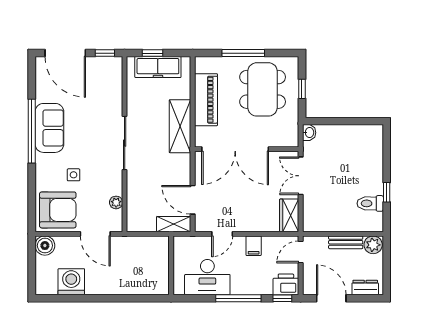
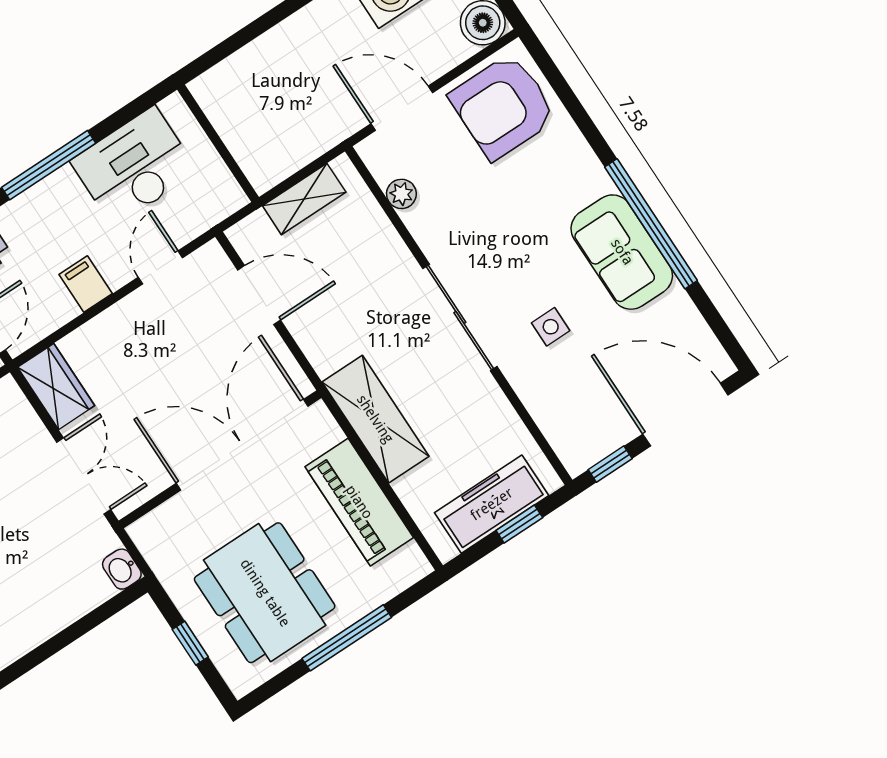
side table: (74, 175) -> (551, 327), moved
shelving: (174, 224) -> (304, 199), moved

